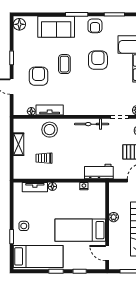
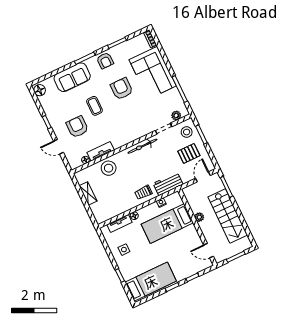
trolley: (44, 158) -> (143, 192), moved
side table: (24, 226) -> (124, 250), moved
bed: (80, 230) -> (167, 224), moved

